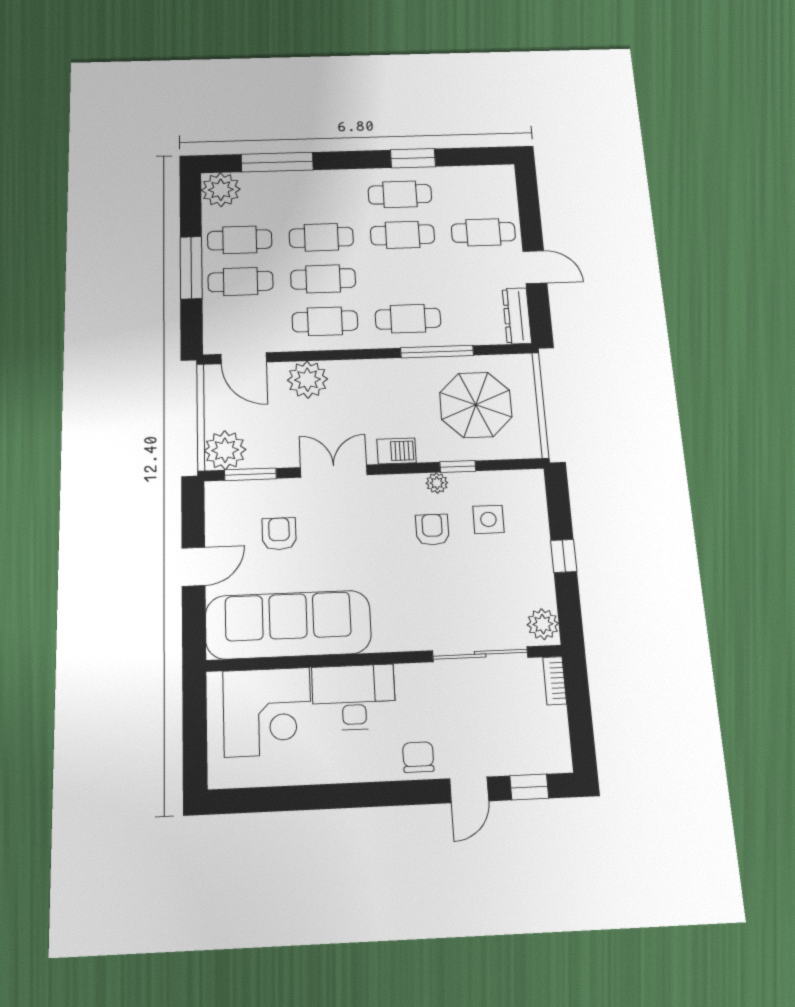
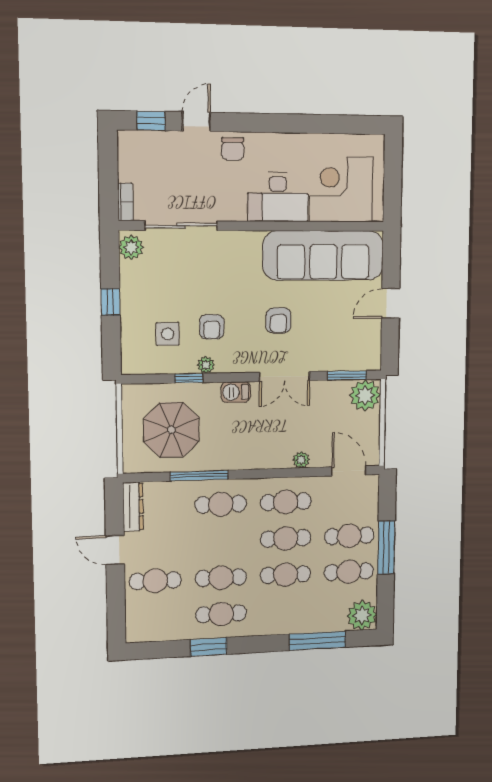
plant: (307, 380) -> (301, 460), width x0.53, depth x0.53
armchair: (279, 534) -> (279, 320), moved

